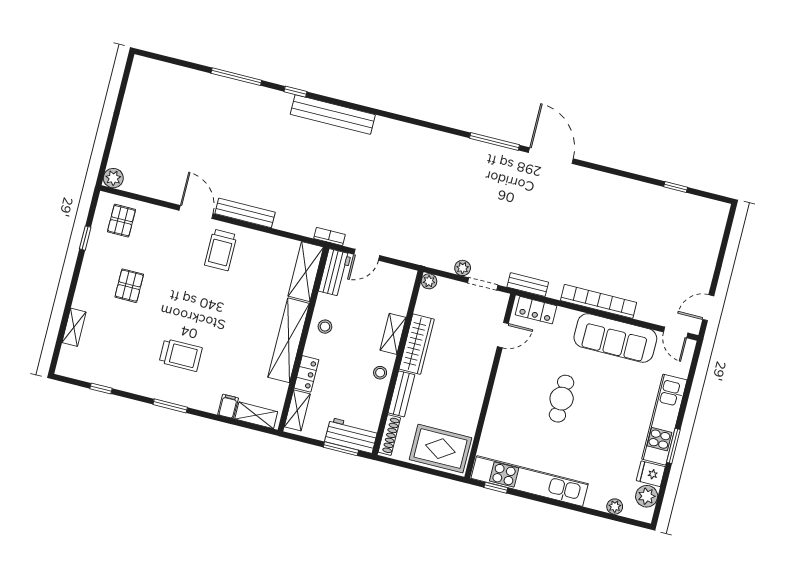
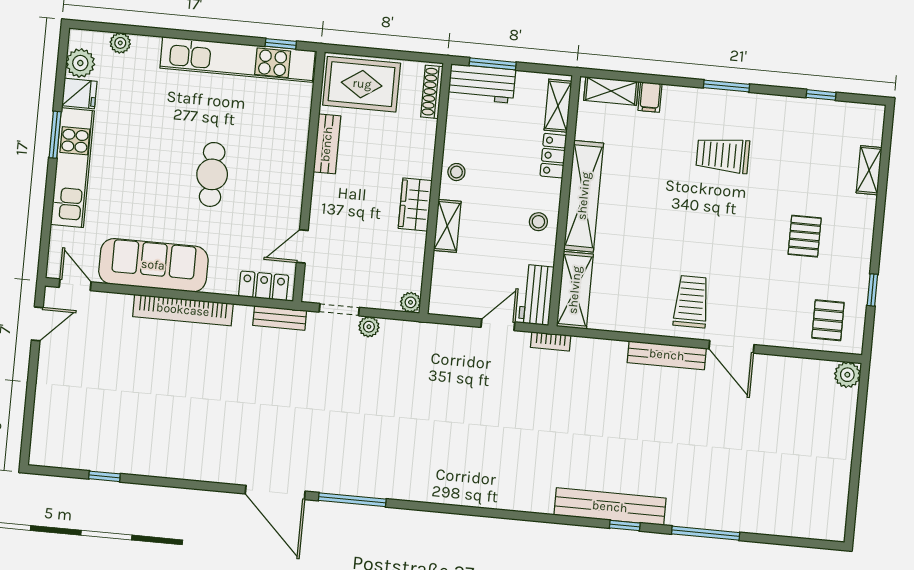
bench: (333, 114) -> (610, 507), moved
wardrobe: (417, 344) -> (415, 204), width x0.67
bench: (401, 394) -> (327, 144), moved

